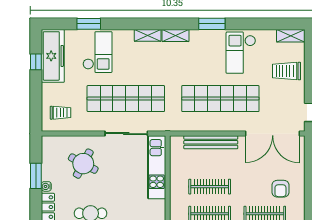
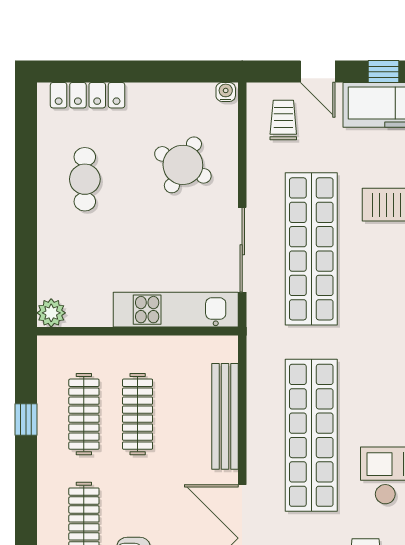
door: (36, 95) -> (318, 72), added
trolley: (61, 113) -> (283, 120), turned 180
window: (36, 176) -> (159, 72), removed
water cooler: (46, 186) -> (226, 92), moved

